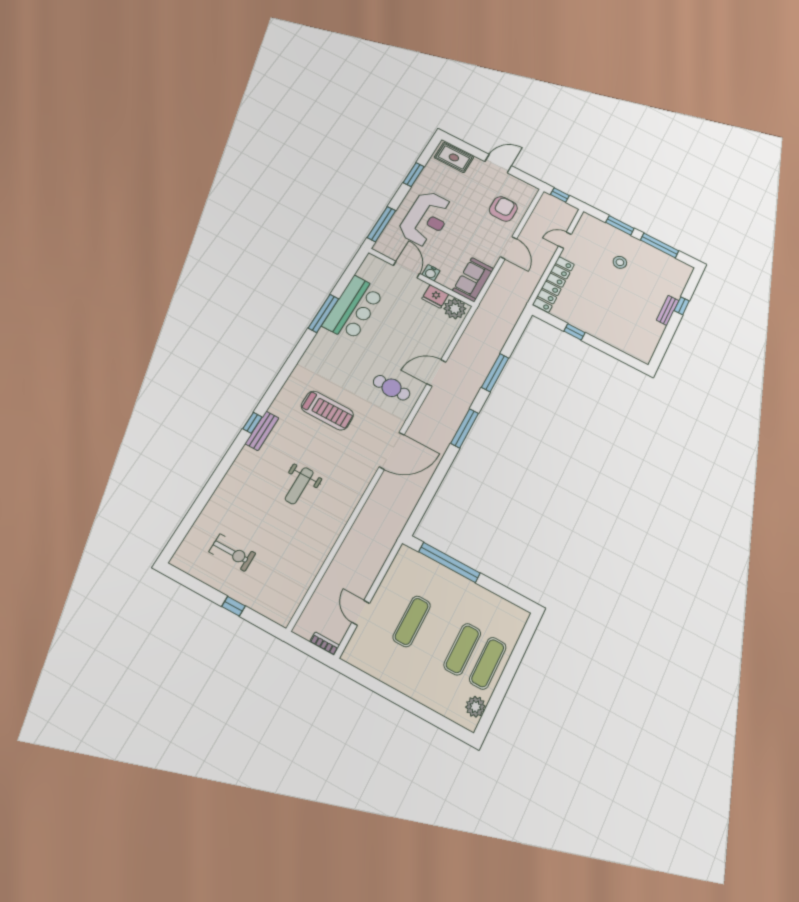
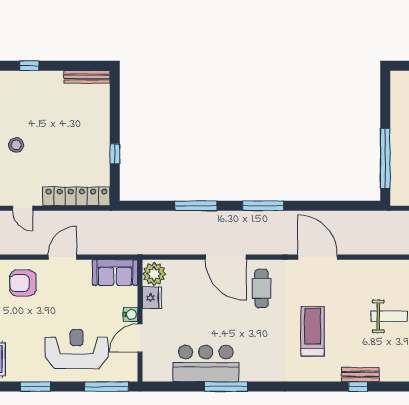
bench: (668, 310) -> (87, 77), moved, width x1.36
door: (436, 373) -> (226, 257), width x1.36

